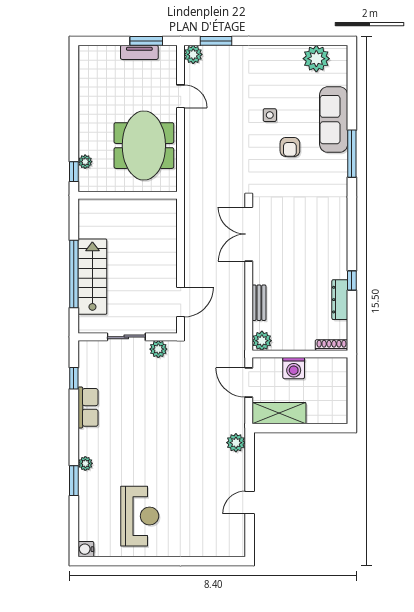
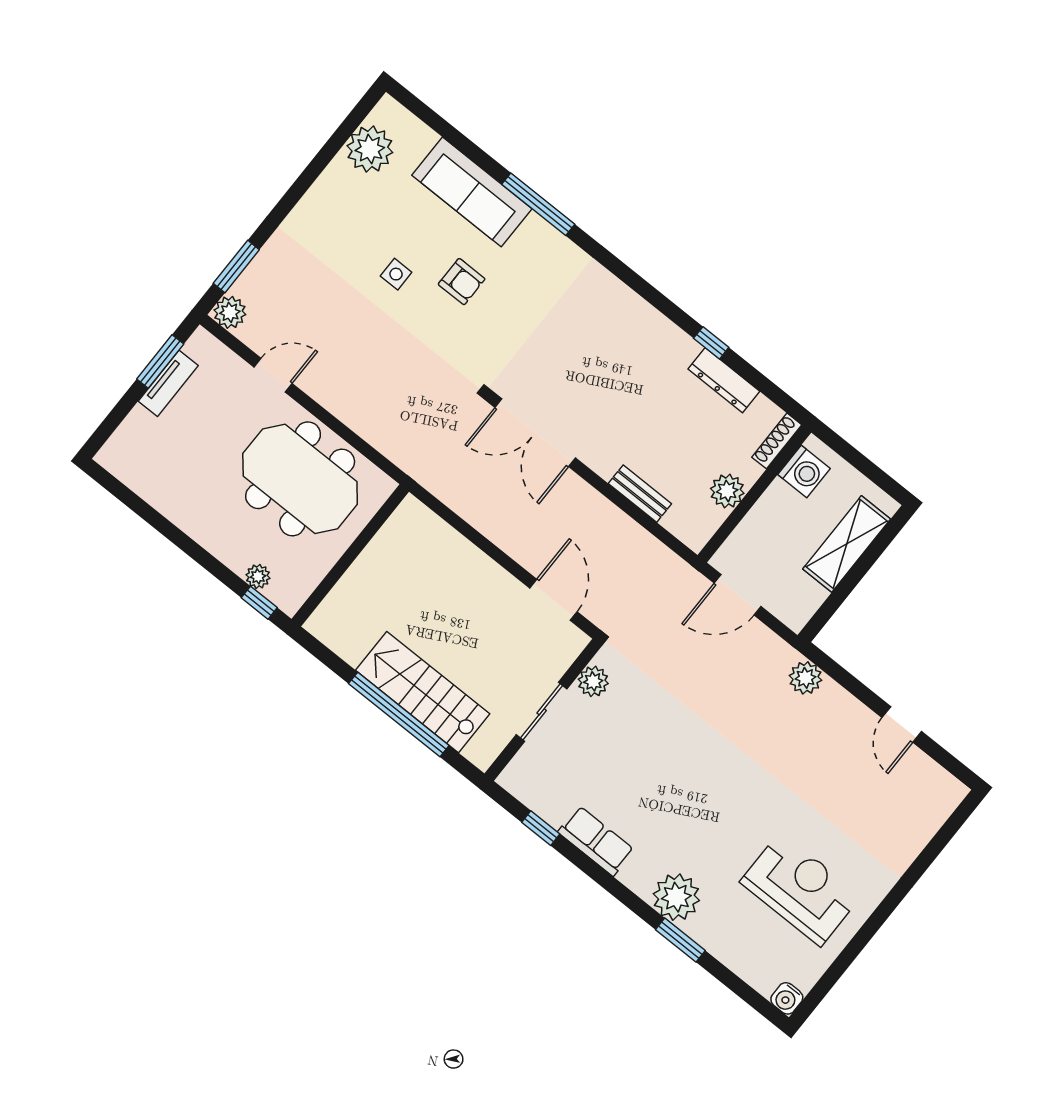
plant: (262, 341) -> (727, 491), moved
washing machine: (294, 368) -> (804, 471), moved
shelving: (279, 413) -> (847, 544), moved
plant: (85, 463) -> (676, 897), width x1.88, depth x1.88

